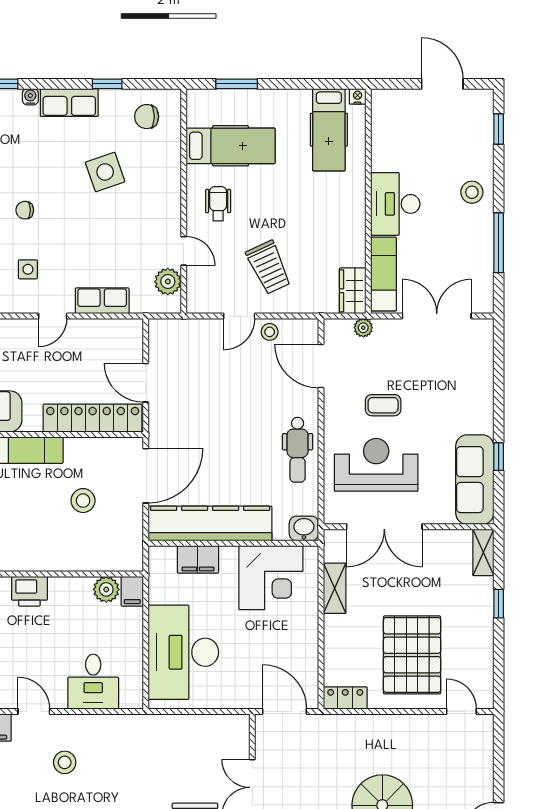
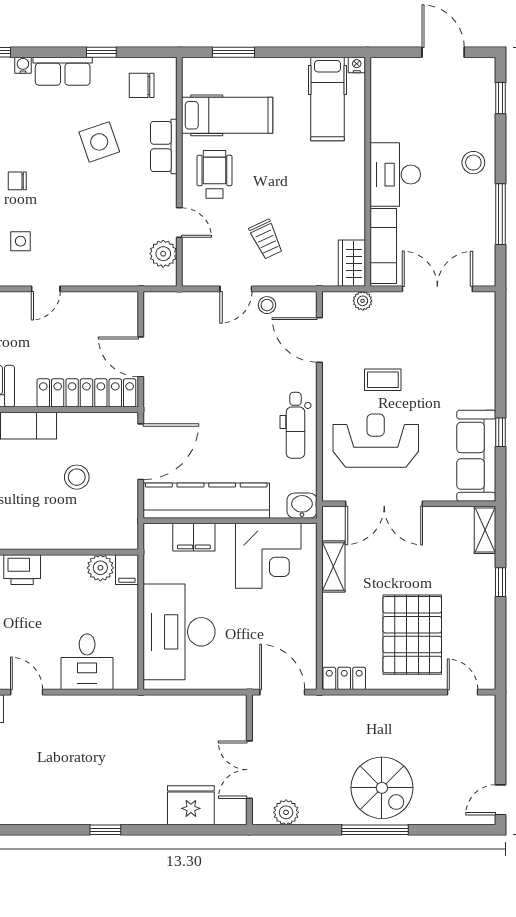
wheelchair: (218, 204) -> (214, 174), width x1.36, depth x1.37
trolley: (269, 267) -> (266, 239), width x0.73, depth x0.72
row of seats: (102, 301) -> (164, 146), moved, turned -90
stool: (65, 762) -> (58, 744), removed

